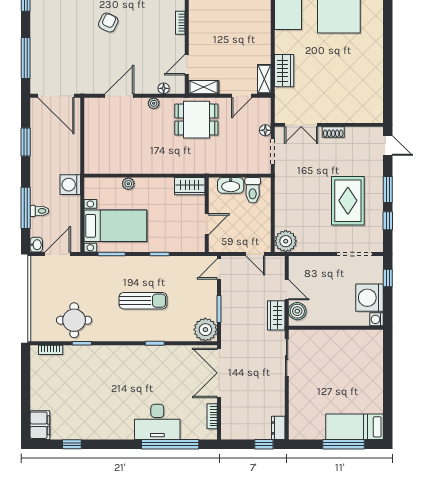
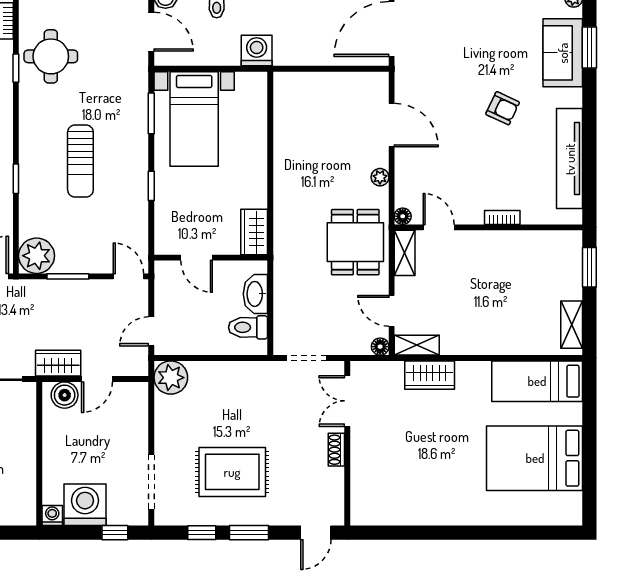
floor lamp: (164, 88) -> (403, 216), moved
floor lamp: (265, 130) -> (380, 347), moved
plant: (128, 184) -> (258, 139), removed

